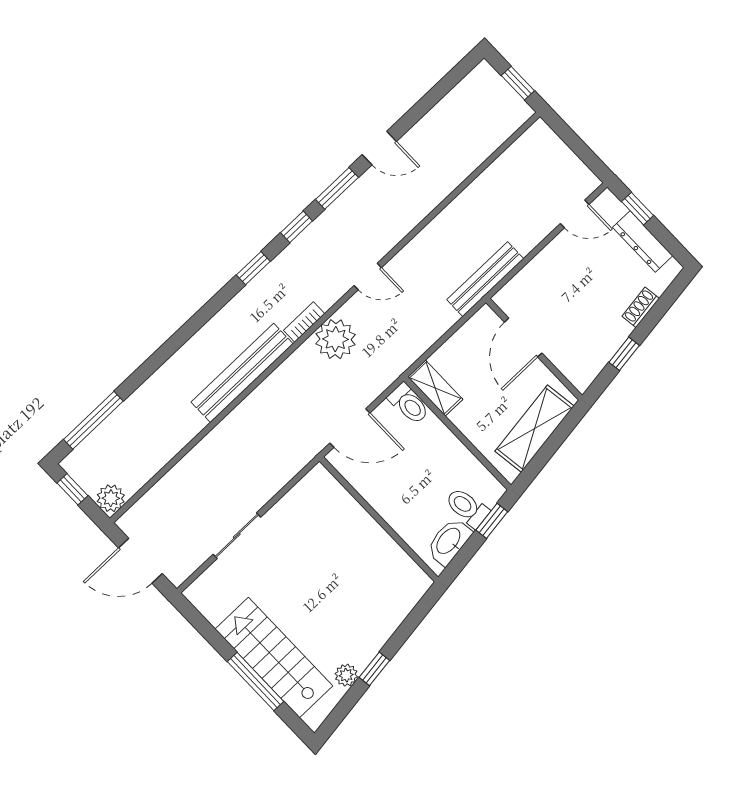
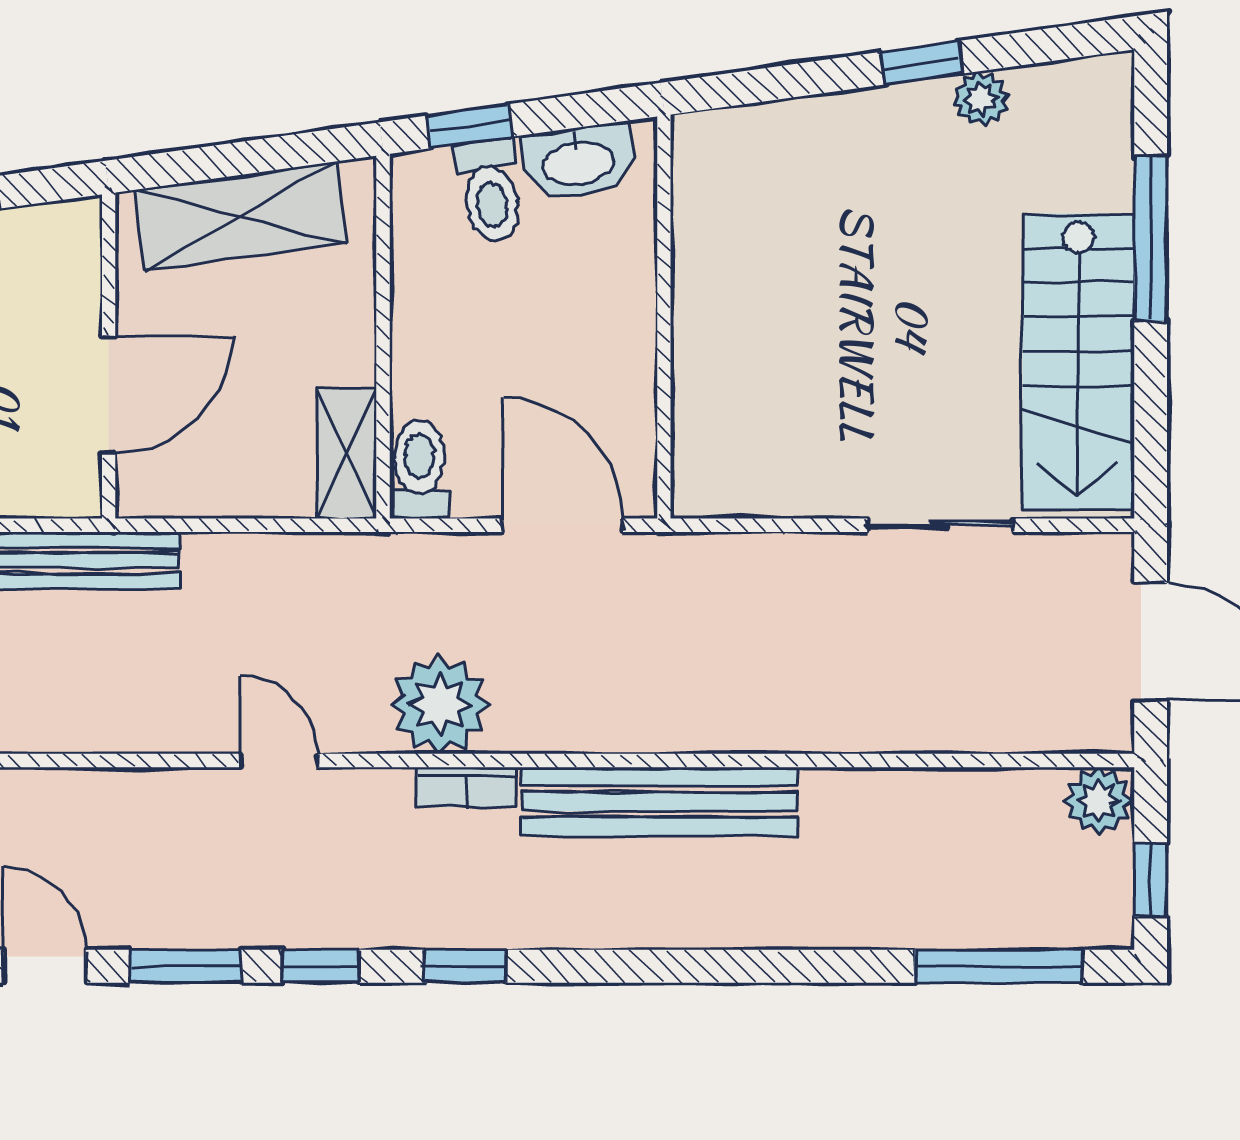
stairs: (274, 657) -> (1078, 362), moved

